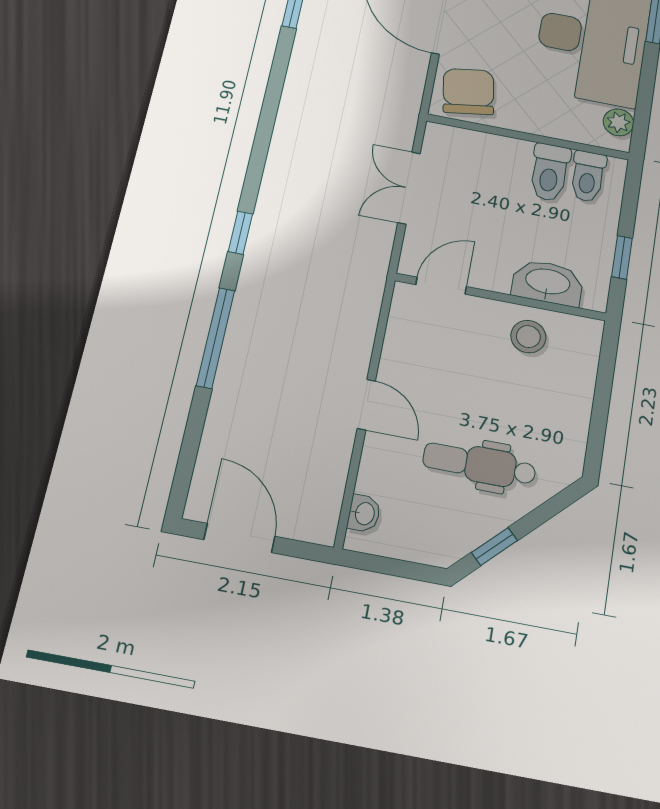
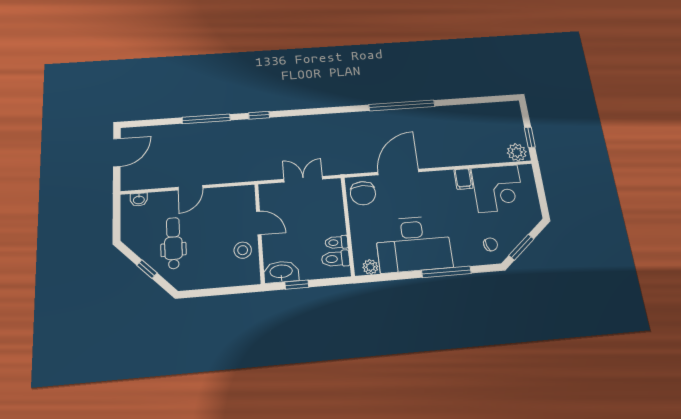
chair: (468, 92) -> (363, 193), turned 99
toilet: (550, 172) -> (336, 242), width x0.73, depth x0.72
washbasin: (548, 283) -> (281, 272), moved, turned -90
door: (441, 286) -> (259, 223), moved
window: (494, 546) -> (147, 269), moved

